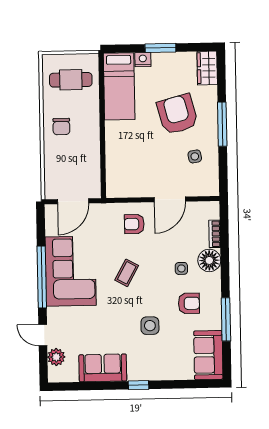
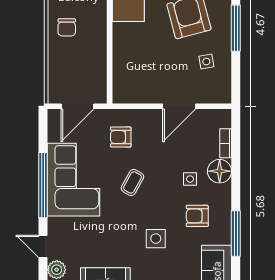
armchair: (134, 224) -> (121, 137), moved
armchair: (189, 303) -> (197, 216), turned 180

